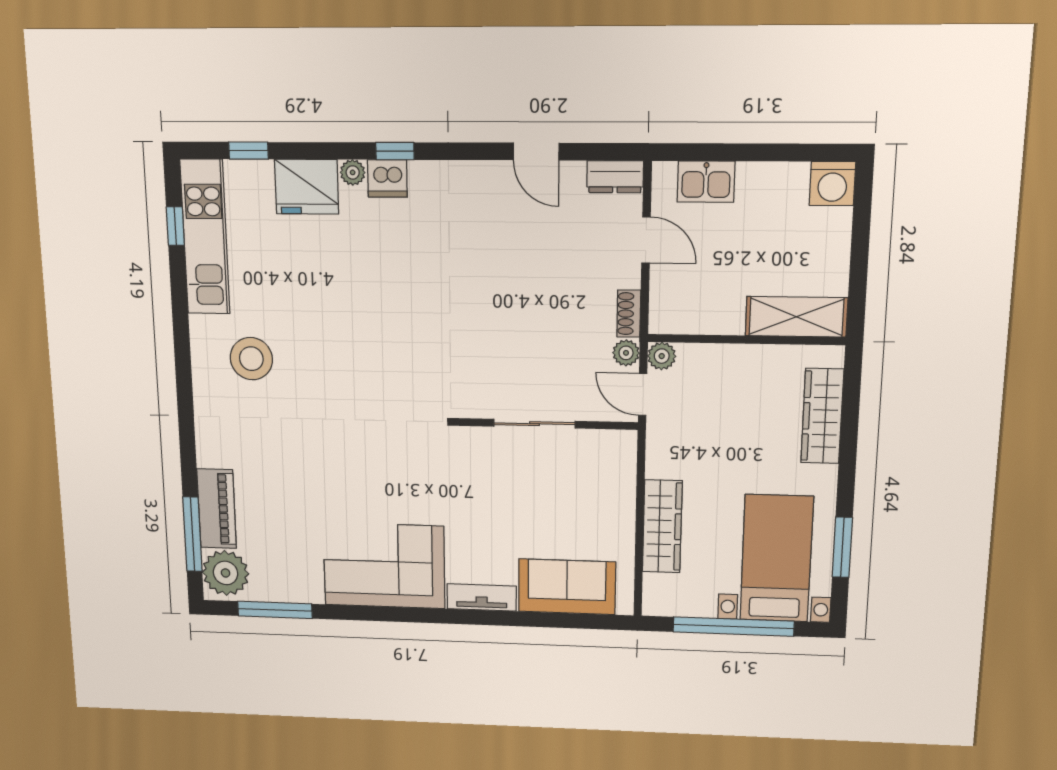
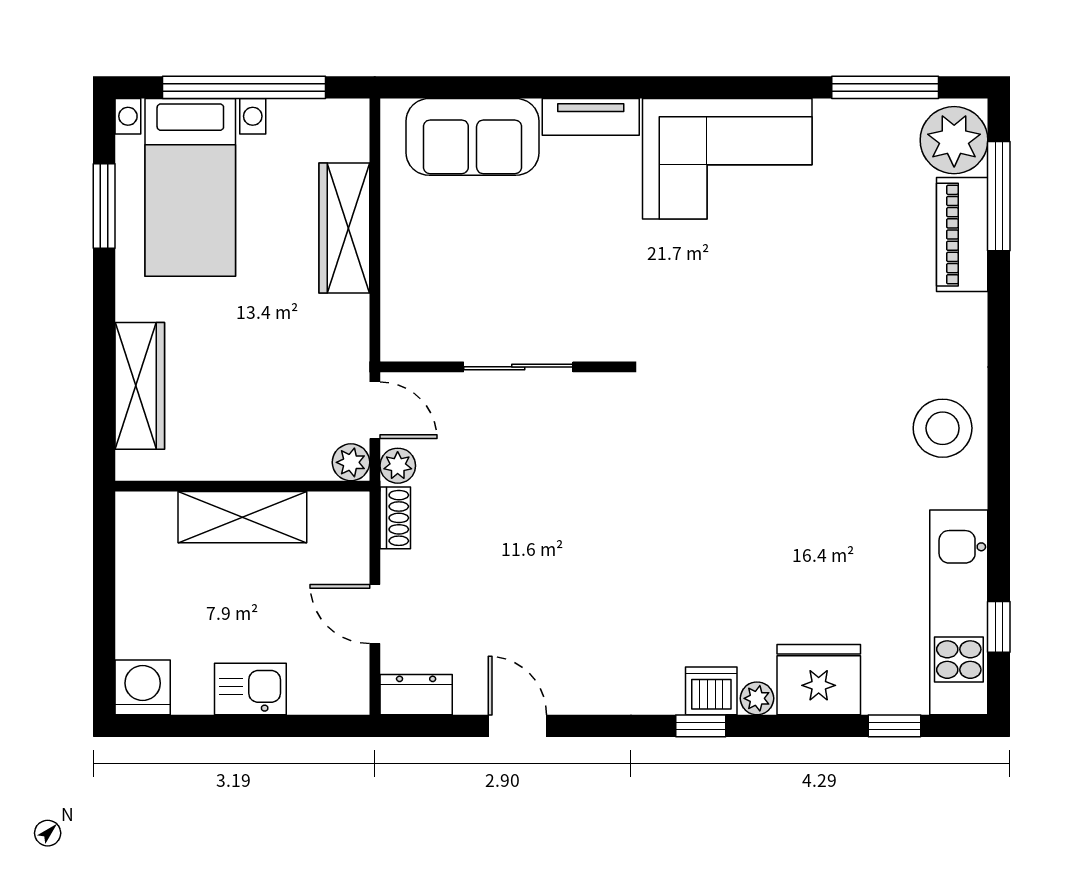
kitchen sink: (706, 182) -> (250, 689), moved
shelving: (796, 317) -> (242, 517), moved
stool: (251, 359) -> (943, 428), moved

